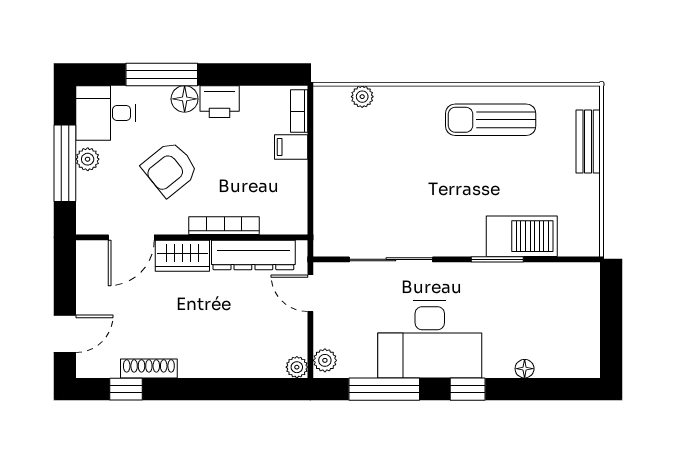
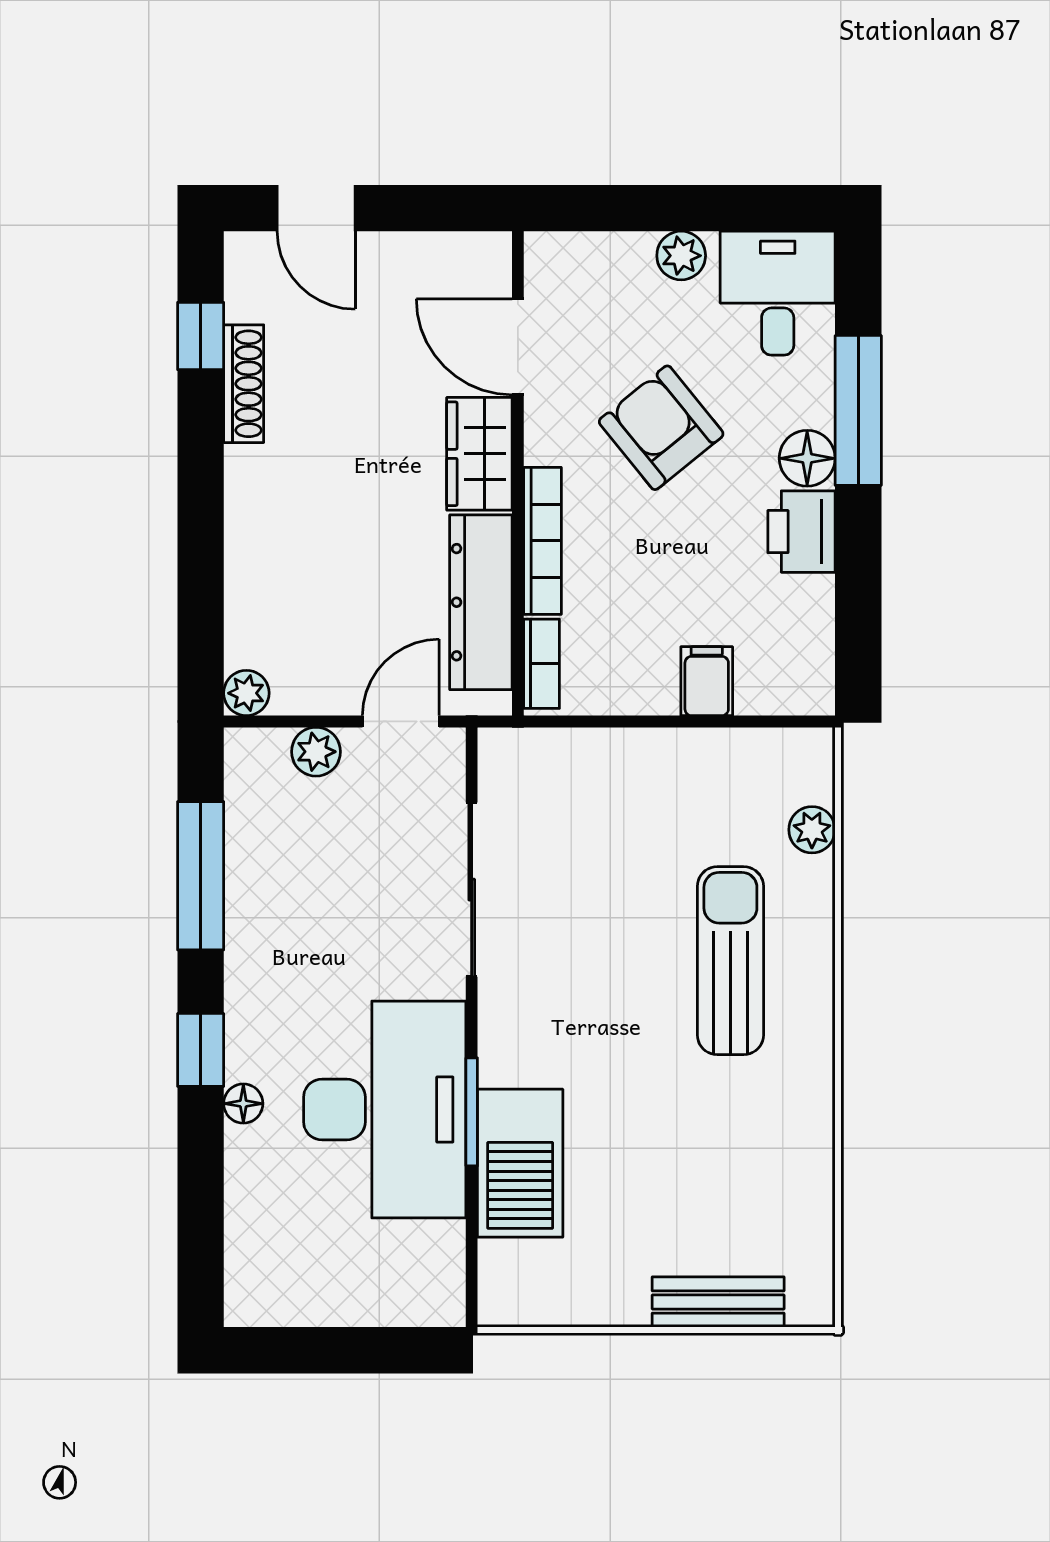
bookcase: (299, 111) -> (542, 664), moved, turned 90
sun lounger: (491, 120) -> (730, 961), moved
window: (65, 163) -> (672, 208), removed
desk: (430, 339) -> (385, 1110), moved, turned 180
plant: (325, 360) -> (316, 752), moved
floor lamp: (525, 369) -> (243, 1104), moved

